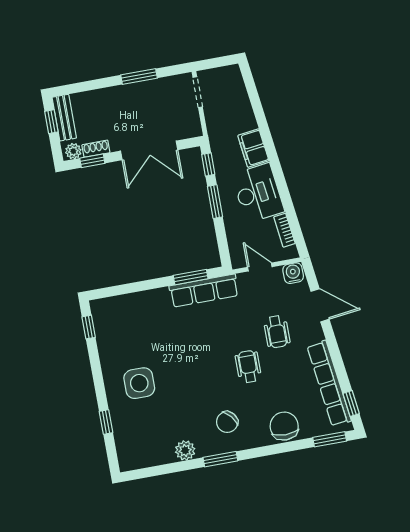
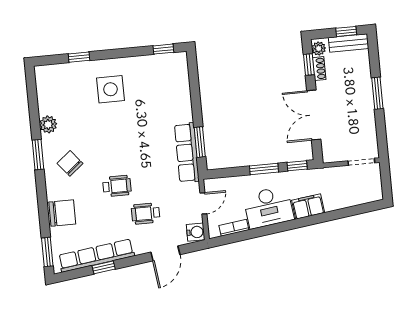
window: (139, 77) -> (377, 93), moved
window: (351, 403) -> (104, 267), moved

